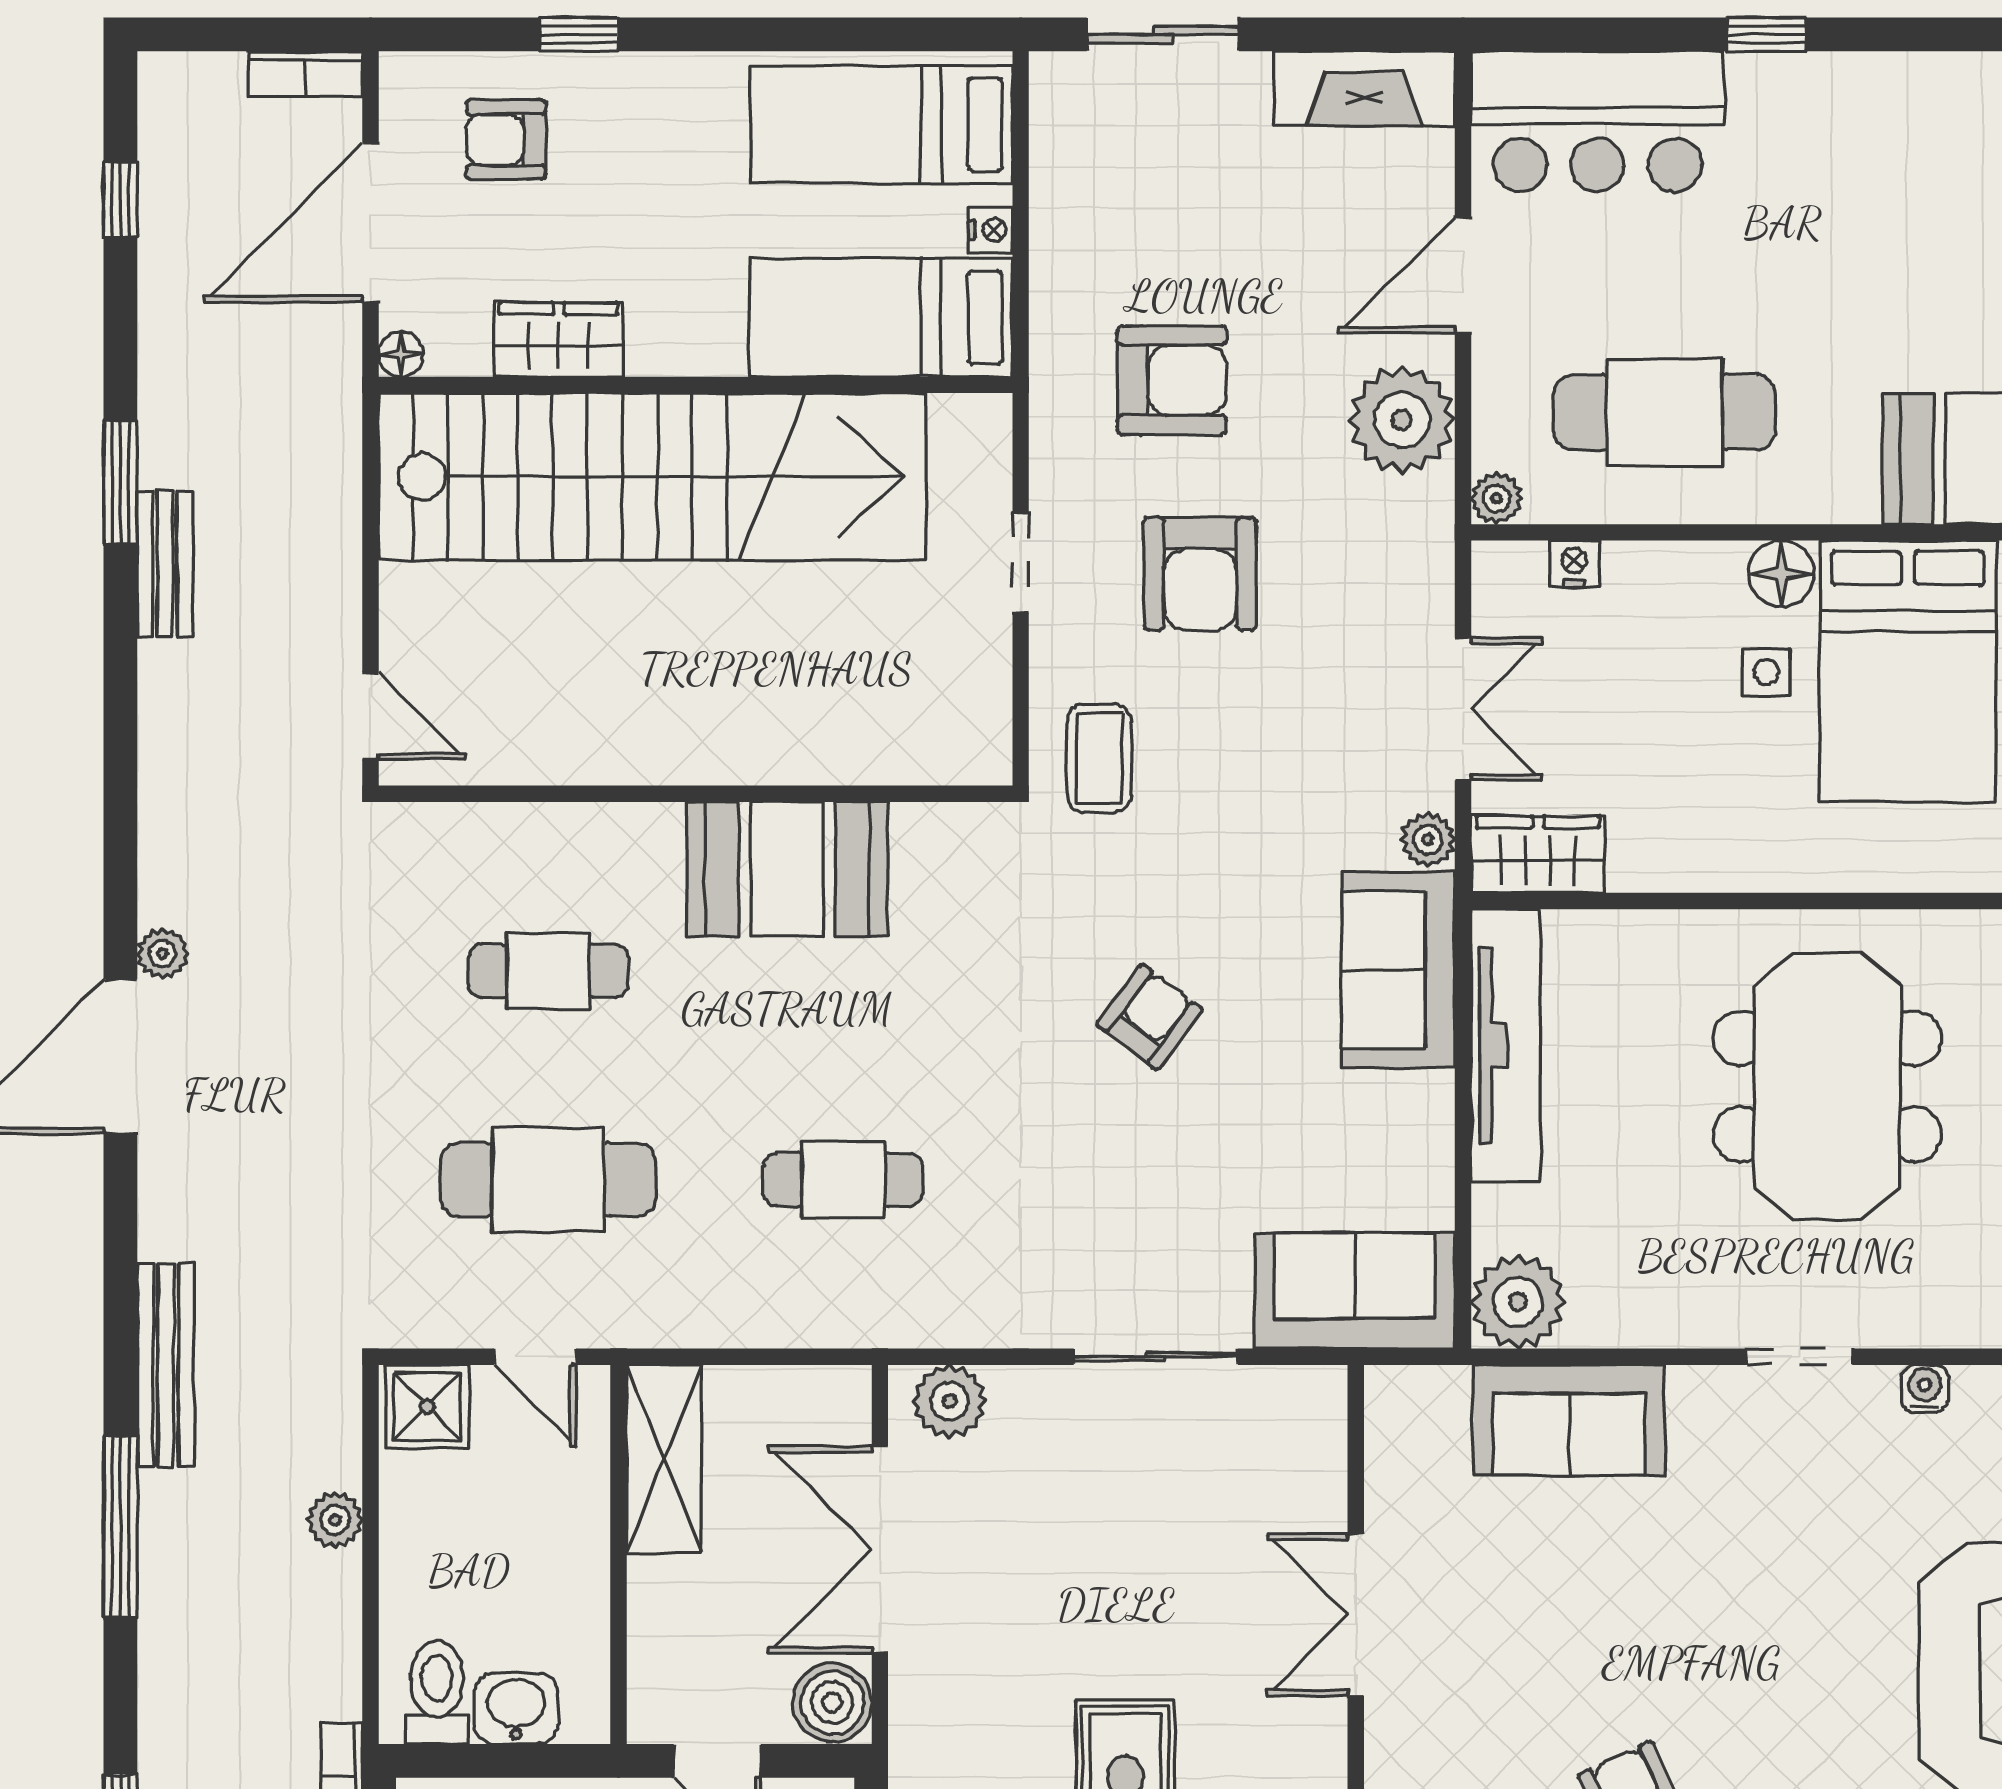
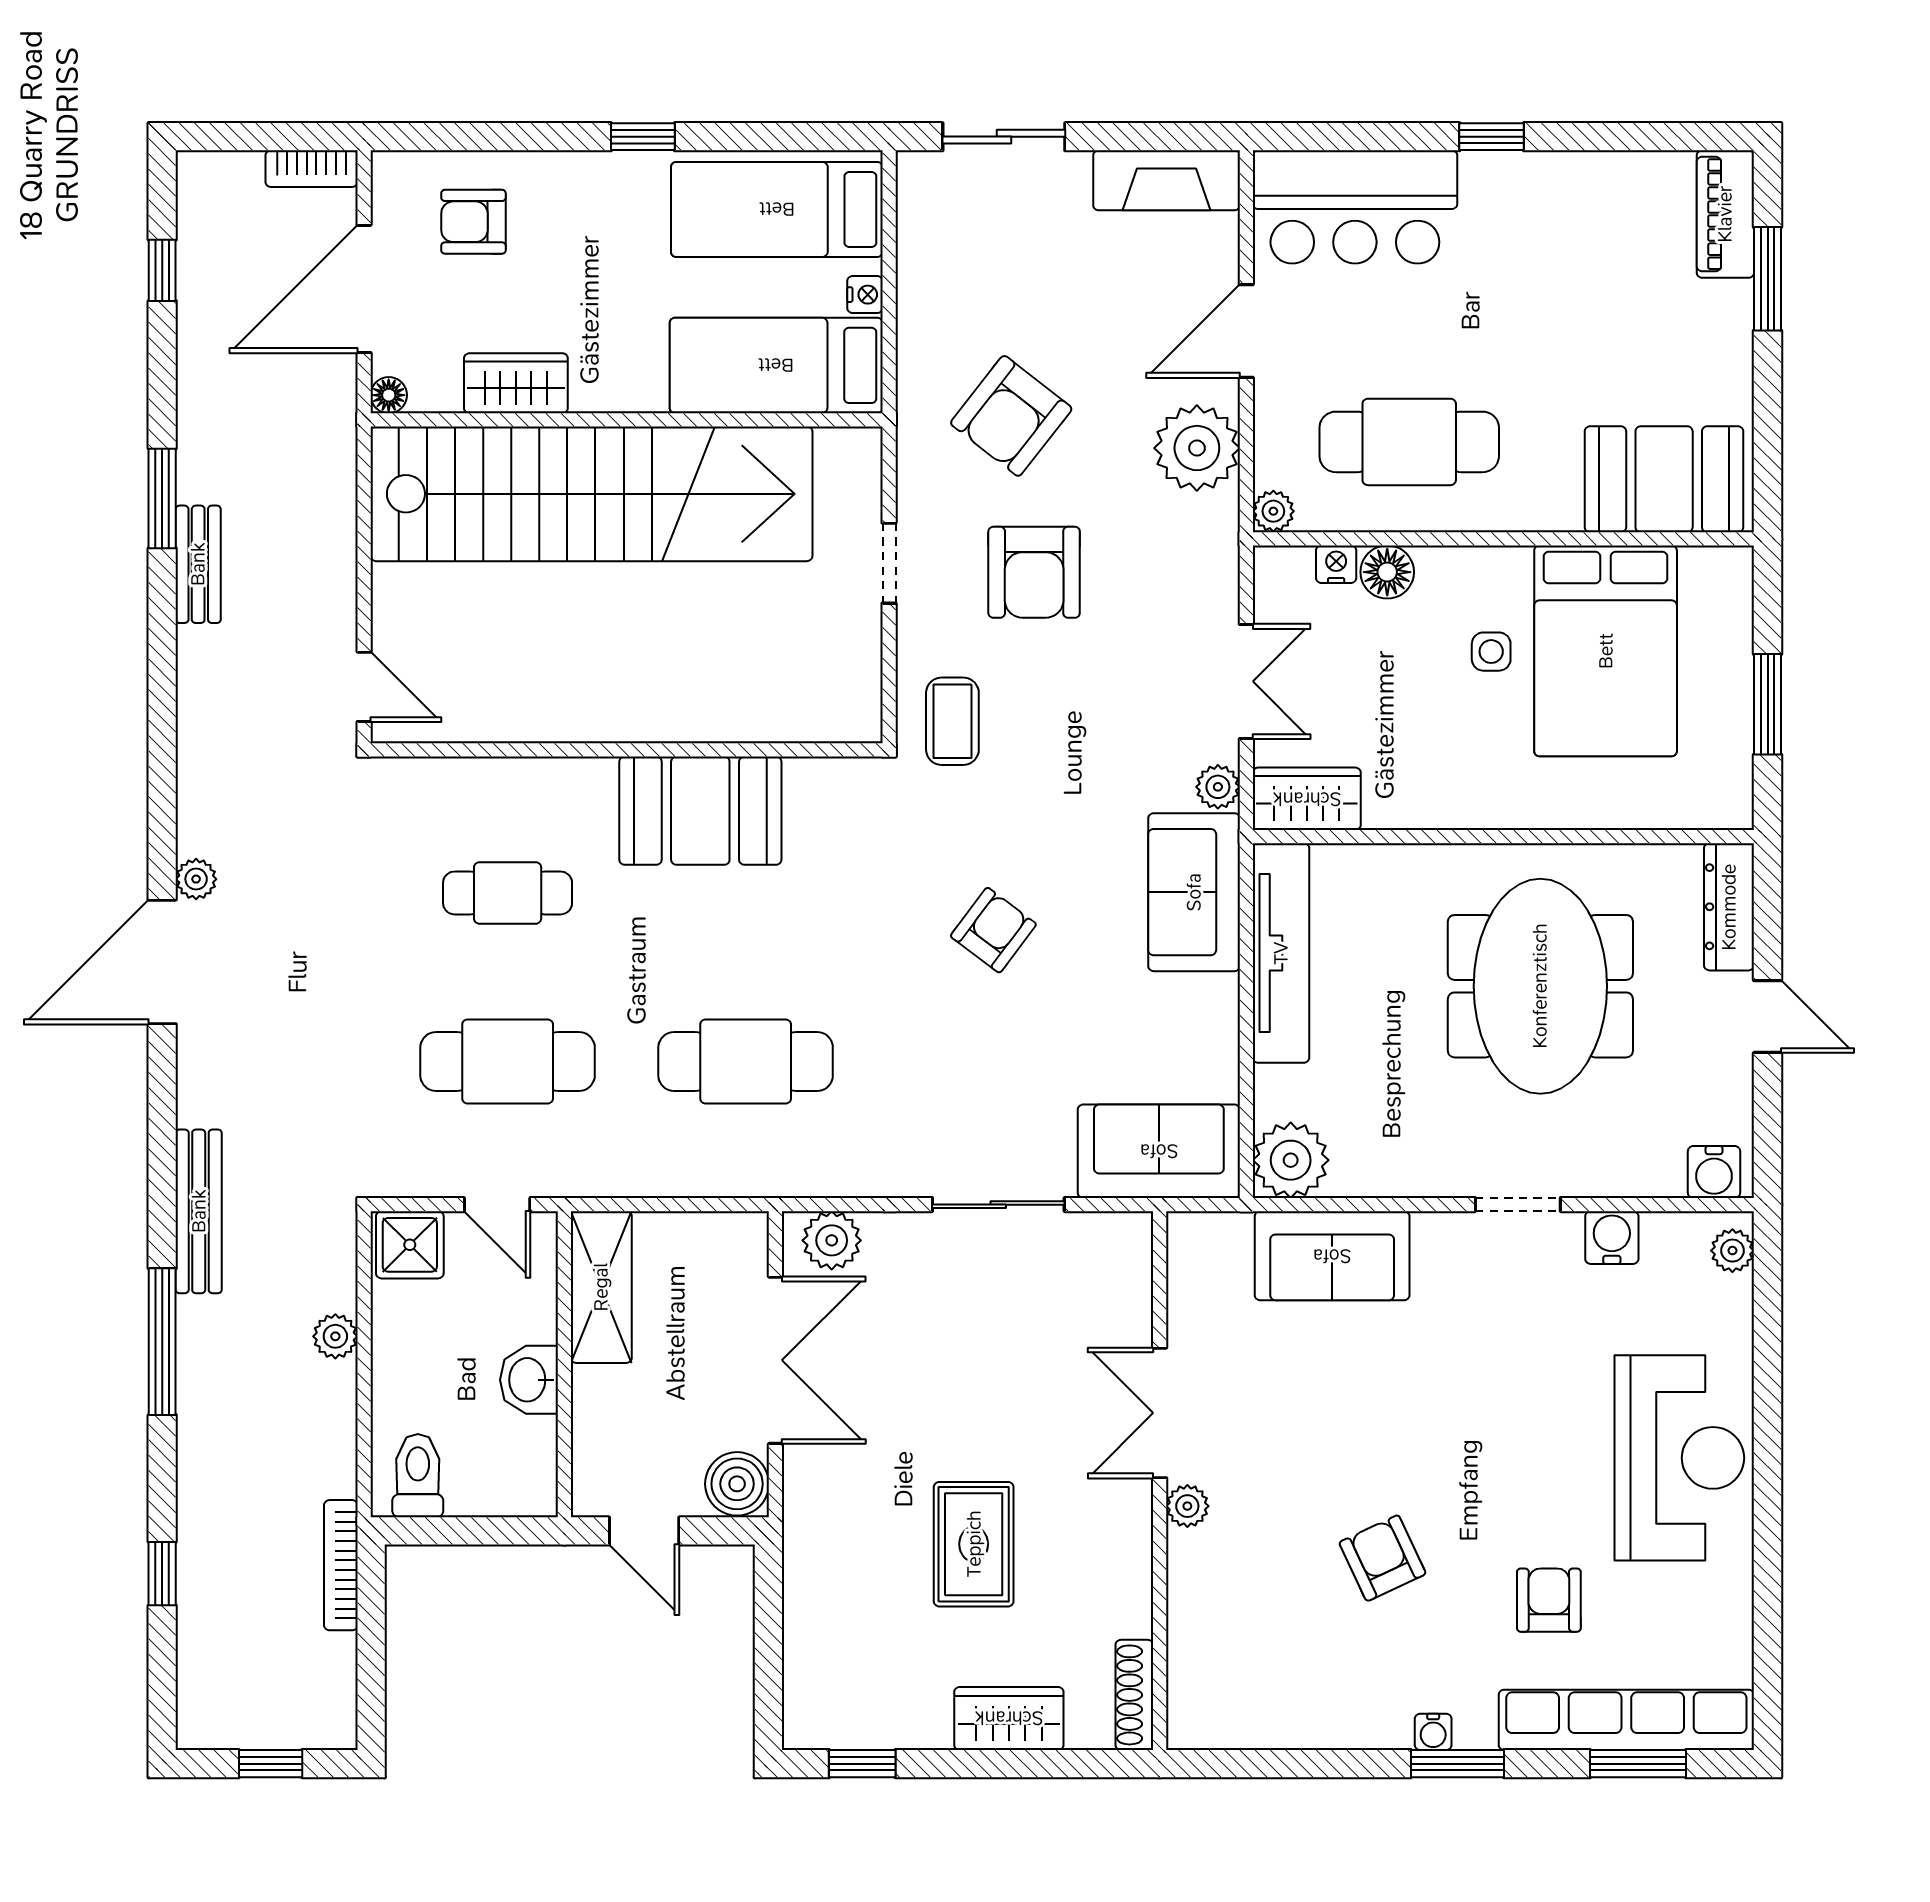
window: (579, 34) -> (643, 137), moved
armchair: (1172, 380) -> (1011, 416), turned 128
floor lamp: (1781, 573) -> (1387, 572), moved
cafe table: (843, 1180) -> (746, 1062), width x1.37, depth x1.35
water cooler: (1925, 1389) -> (1612, 1238), width x1.38, depth x1.38
double door: (880, 1550) -> (775, 1360), swing flipped
washbasin: (516, 1708) -> (529, 1380), moved, turned -90
plant: (1390, 1730) -> (1187, 1506), added

